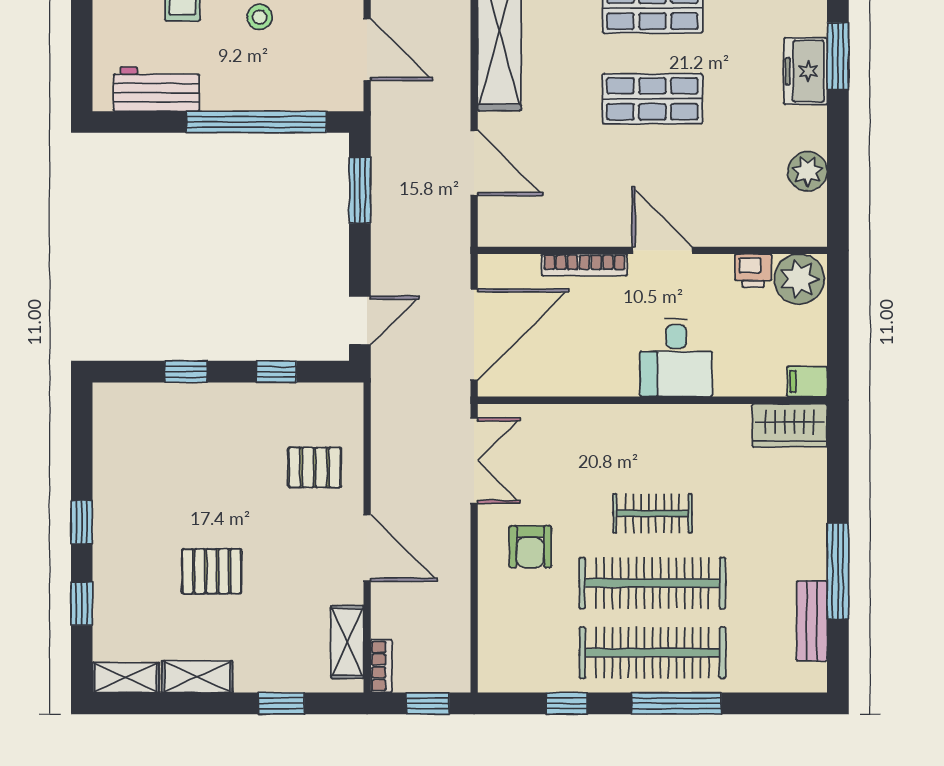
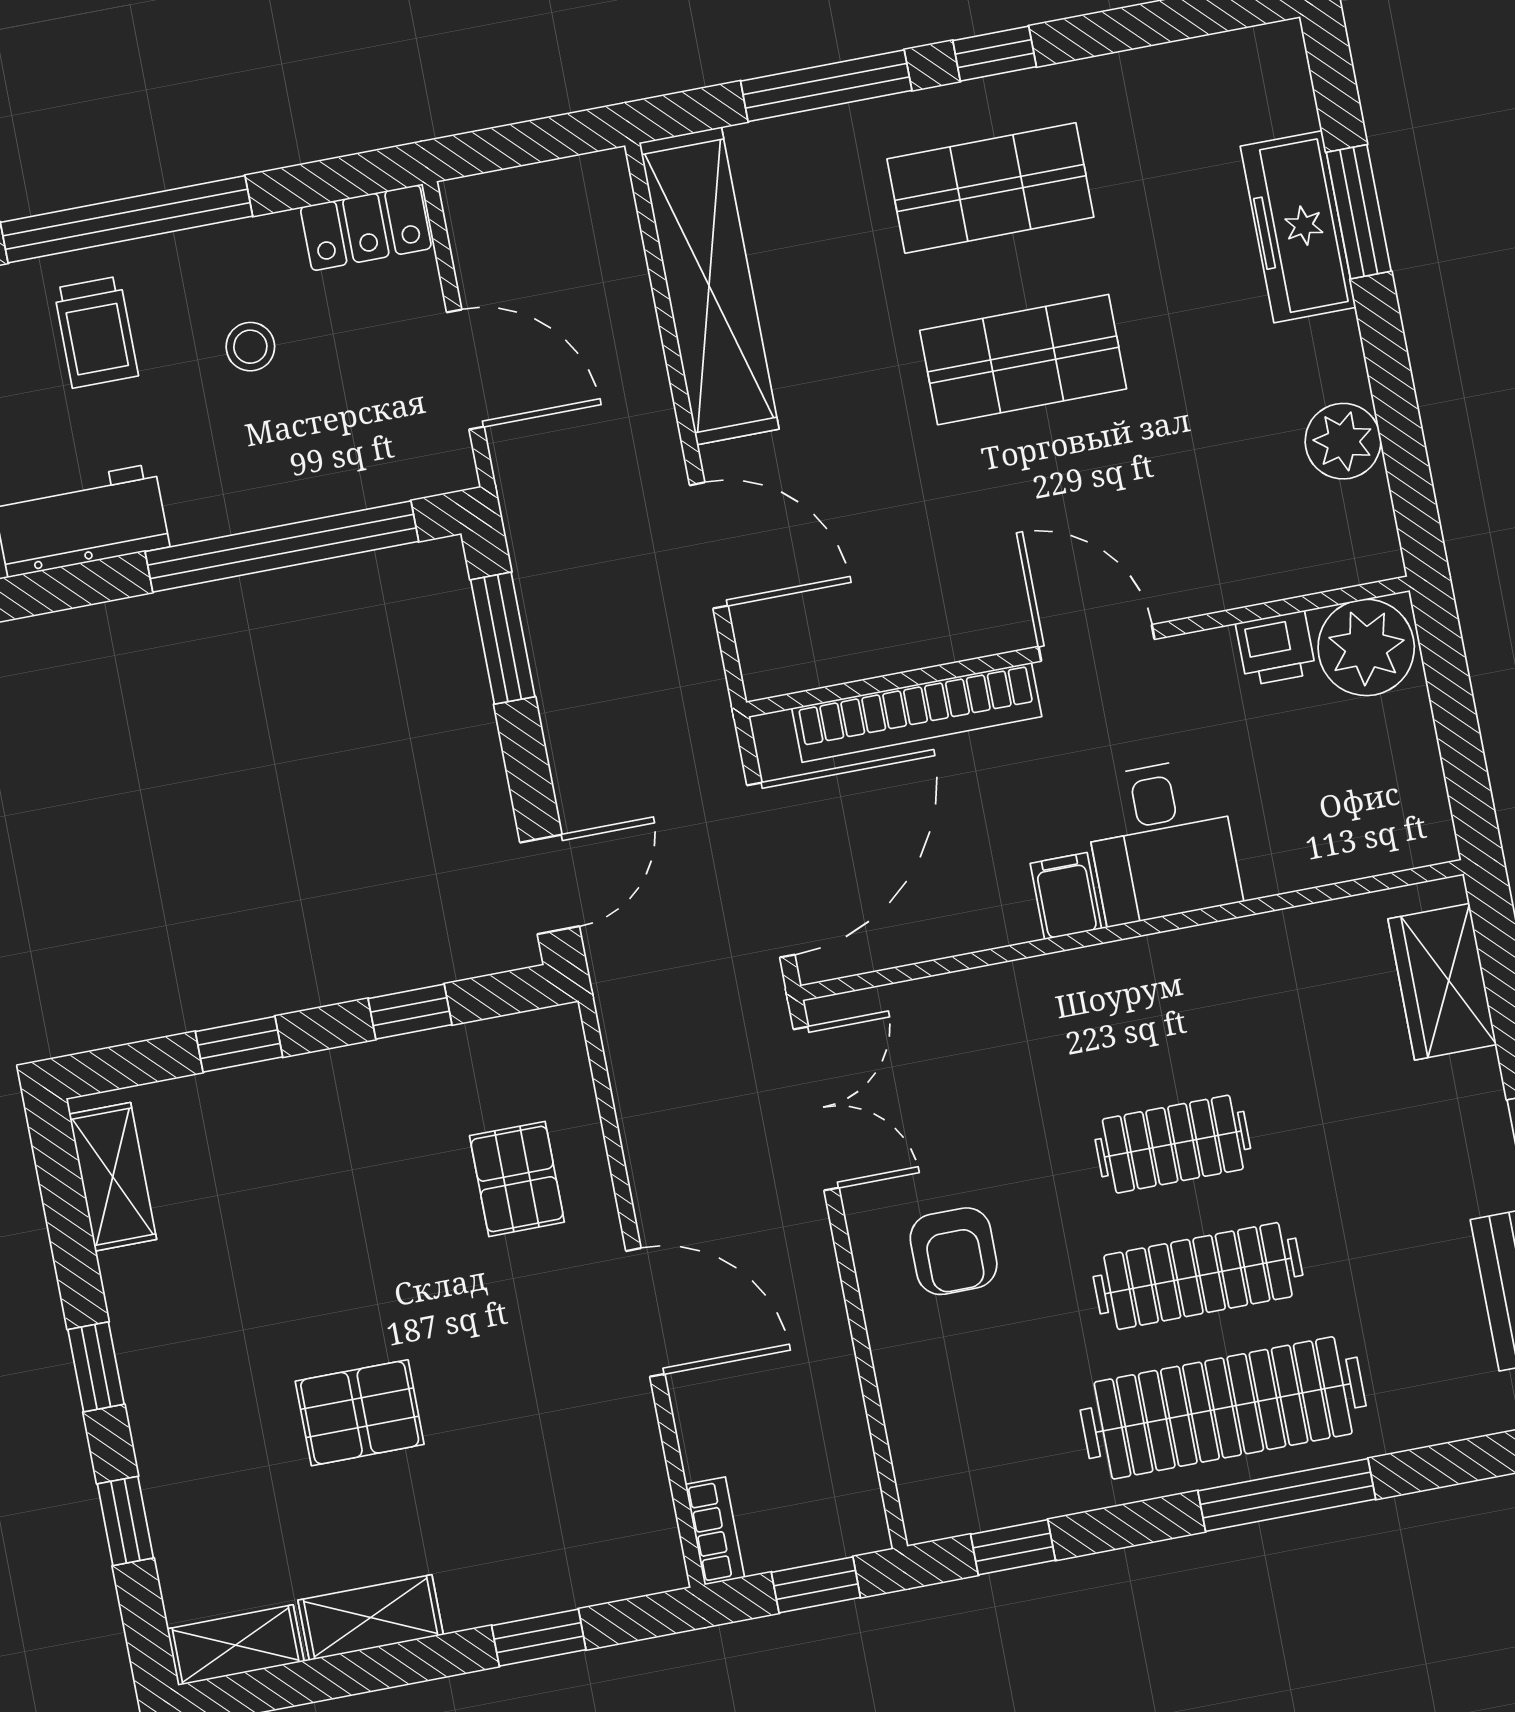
freezer: (806, 71) -> (1298, 227), width x1.40
bookcase: (584, 265) -> (917, 712), width x1.48, depth x1.31
filing cabinet: (807, 382) -> (1066, 896), moved, turned 90
wardrobe: (790, 425) -> (1442, 982), moved, turned 90
pallet: (315, 467) -> (517, 1179), turned 90
clothes rail: (652, 583) -> (1198, 1276), width x0.73, depth x0.76
shelving: (347, 642) -> (113, 1177), moved
window: (567, 703) -> (1013, 1547), moved

